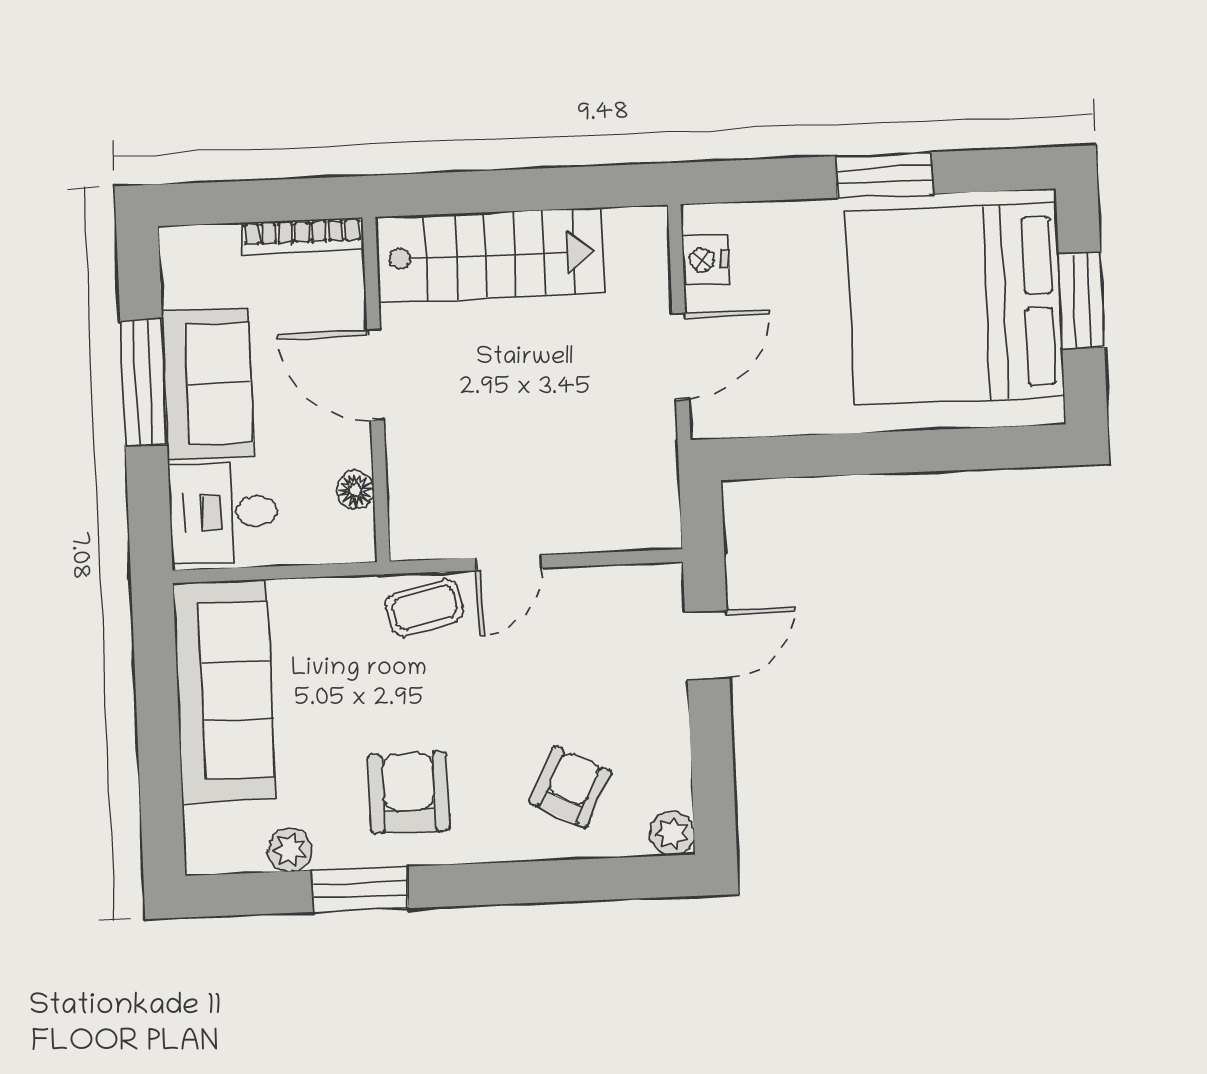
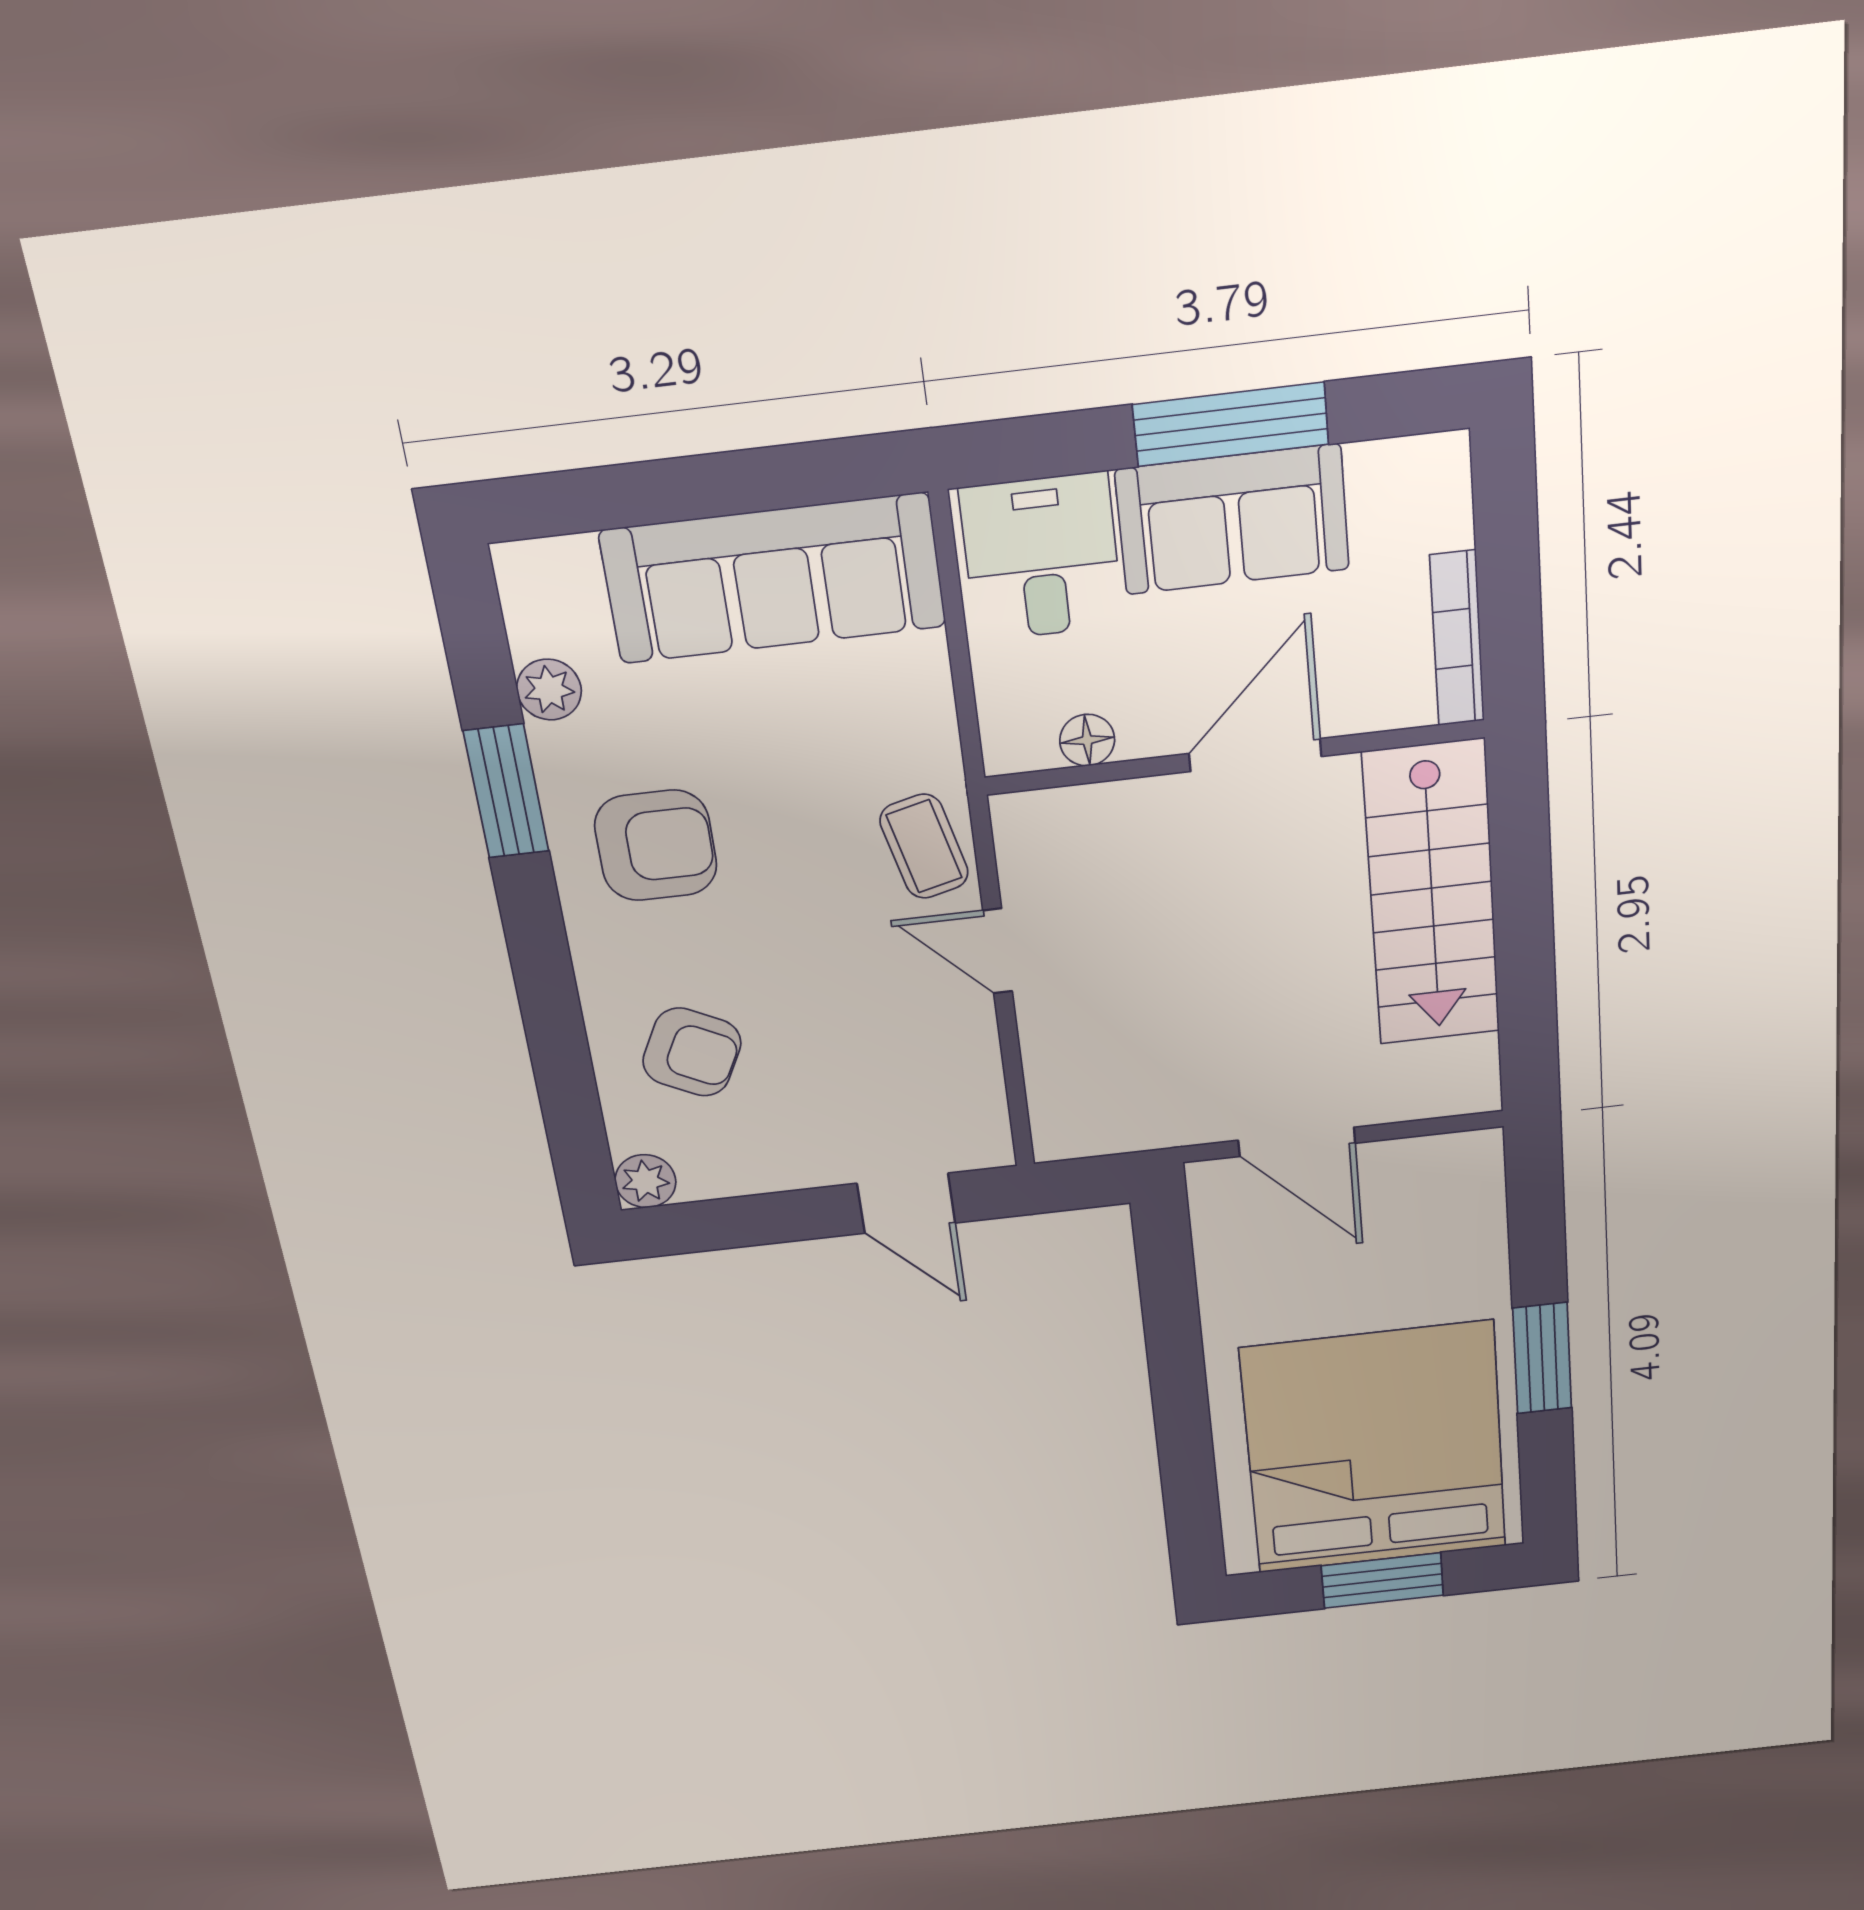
nightstand: (706, 260) -> (1428, 1162), removed

